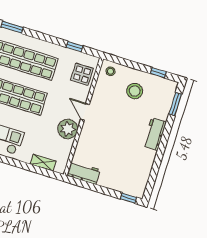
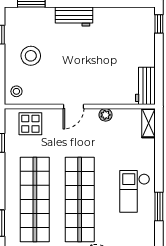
plant: (68, 129) -> (106, 115), width x0.53, depth x0.53
shelving: (43, 163) -> (148, 123), moved

